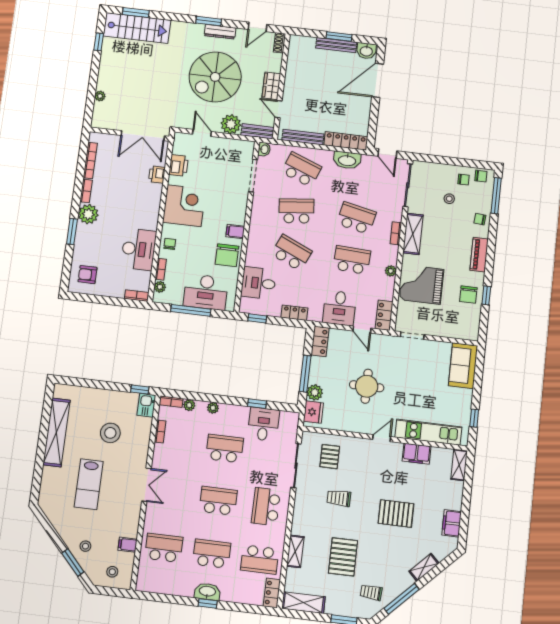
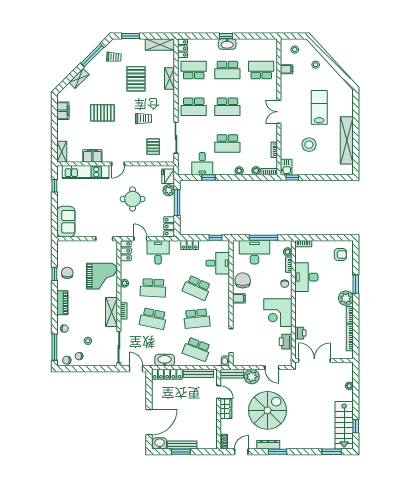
stairs: (137, 28) -> (344, 425), moved, turned -90
school desk: (266, 507) -> (194, 107), turned 90
school desk: (164, 548) -> (261, 70), turned 180
window: (73, 562) -> (323, 53), removed

